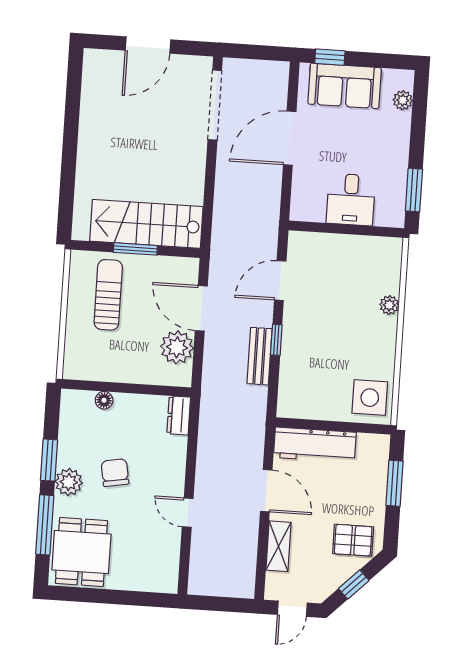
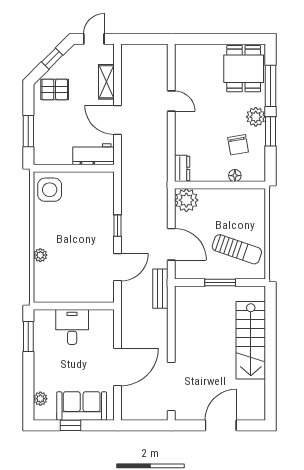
window: (330, 57) -> (70, 425), moved
stairs: (146, 224) -> (251, 340), moved, turned 90
sun lounger: (108, 295) -> (237, 249), turned -71
plant: (177, 347) -> (186, 200), moved
bench: (260, 356) -> (160, 289), moved
workbench: (315, 445) -> (94, 154), width x0.73
chair: (115, 473) -> (238, 145), moved

